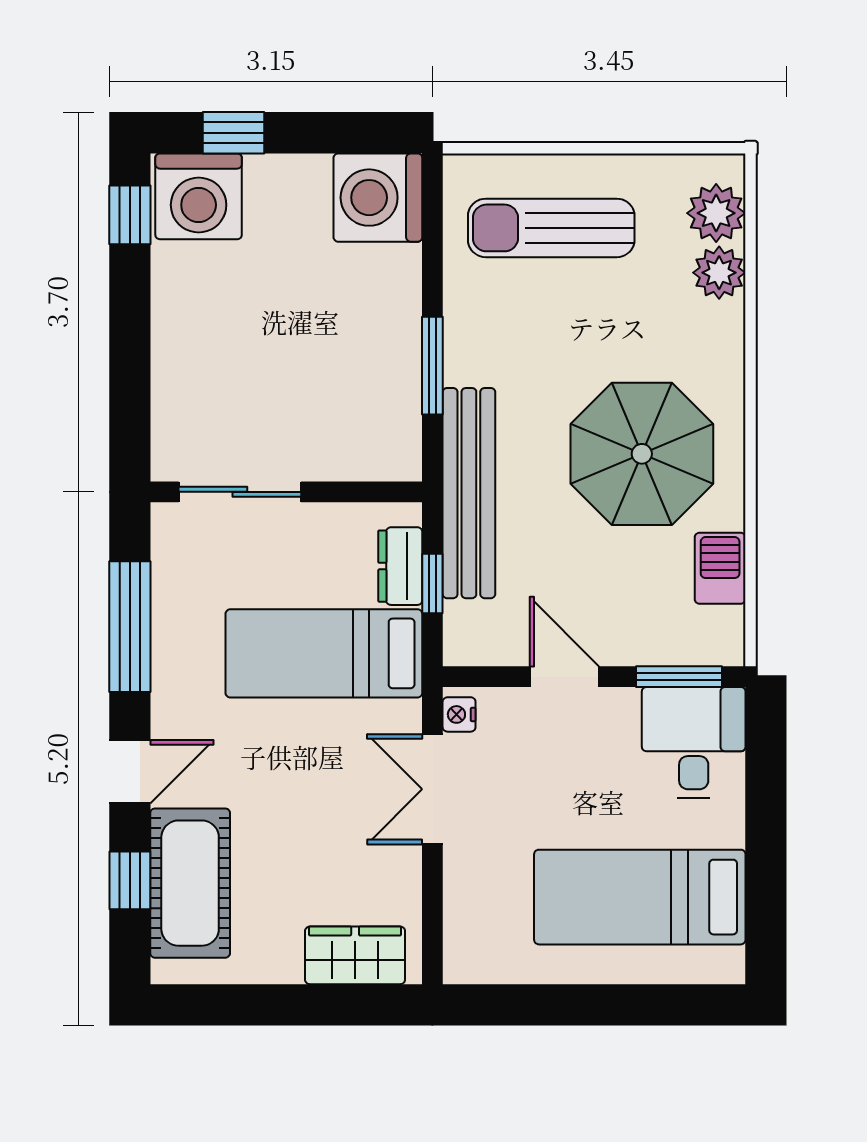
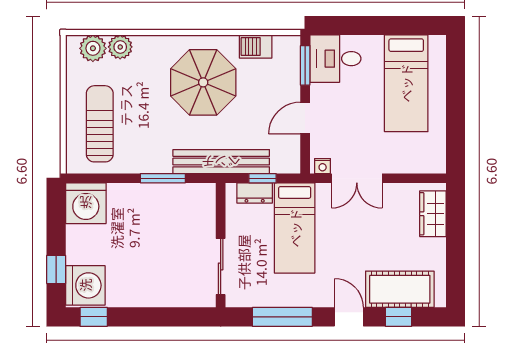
sun lounger: (551, 228) -> (100, 124), turned 180

